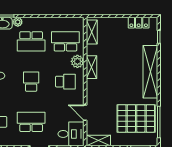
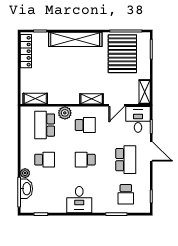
locker: (139, 23) -> (26, 51), width x1.53
school desk: (31, 41) -> (45, 160), width x0.54
shelving: (91, 67) -> (92, 99), moved
school desk: (65, 82) -> (85, 125), turned 90
school desk: (31, 122) -> (126, 160), turned 180

